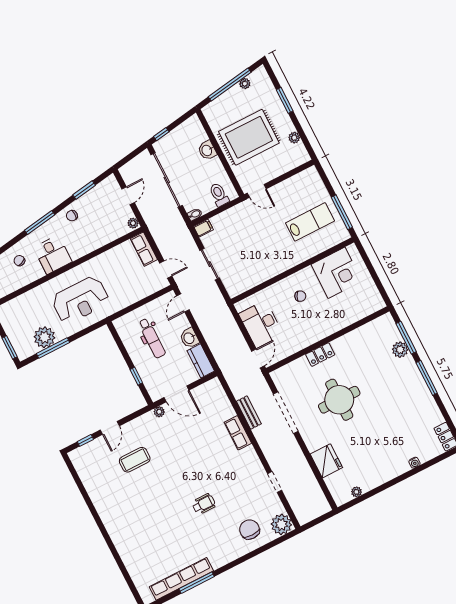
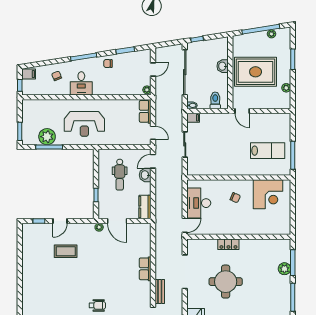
washbasin: (189, 338) -> (145, 175), moved
bench: (249, 413) -> (160, 292), moved

